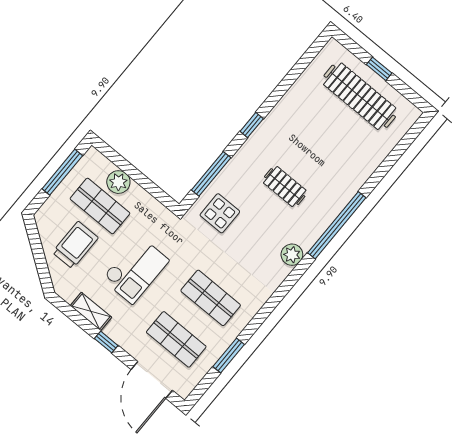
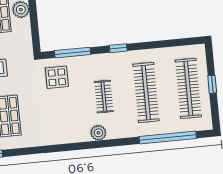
clothes rail: (322, 141) -> (146, 93), added
window: (337, 225) -> (168, 137), moved
plant: (292, 255) -> (98, 133), moved

